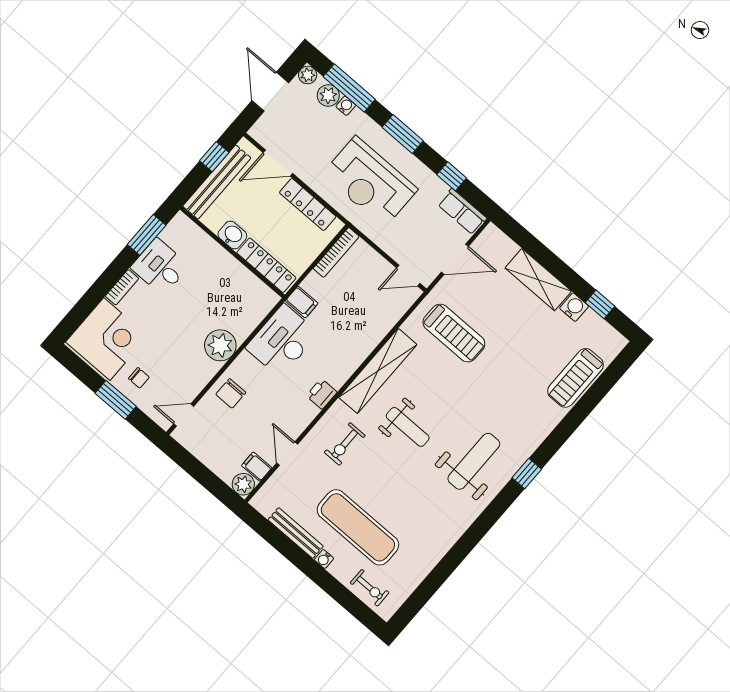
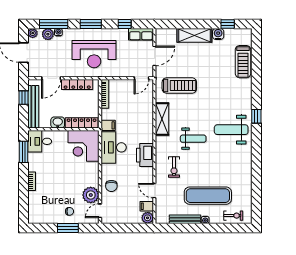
desk: (160, 267) -> (40, 141), moved
corner desk: (107, 339) -> (83, 146), moved, turned 180
plant: (220, 345) -> (91, 195), moved
shelving: (378, 371) -> (162, 119), width x0.68
printer: (322, 394) -> (145, 155), width x1.87, depth x1.48
weight bench: (474, 461) -> (231, 130), turned -90

